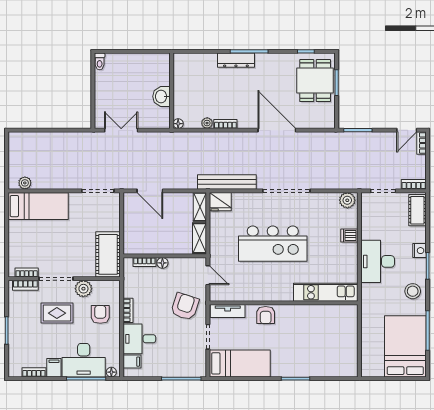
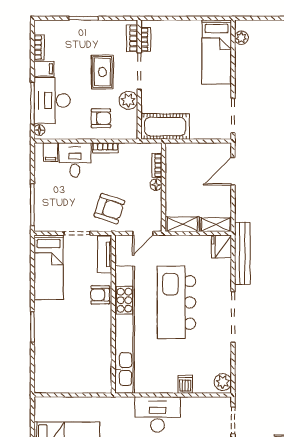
kitchen unit: (326, 292) -> (125, 330), width x1.86

